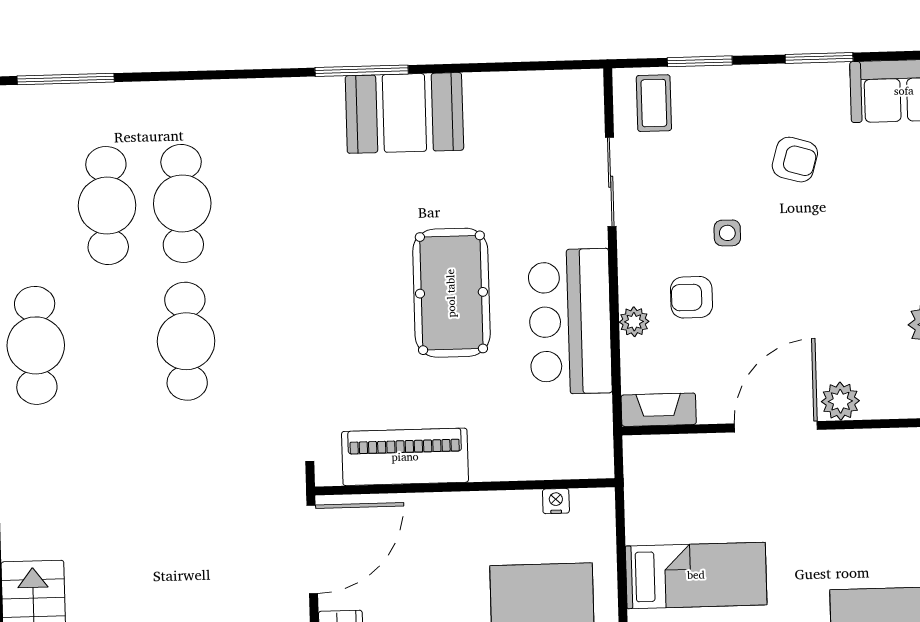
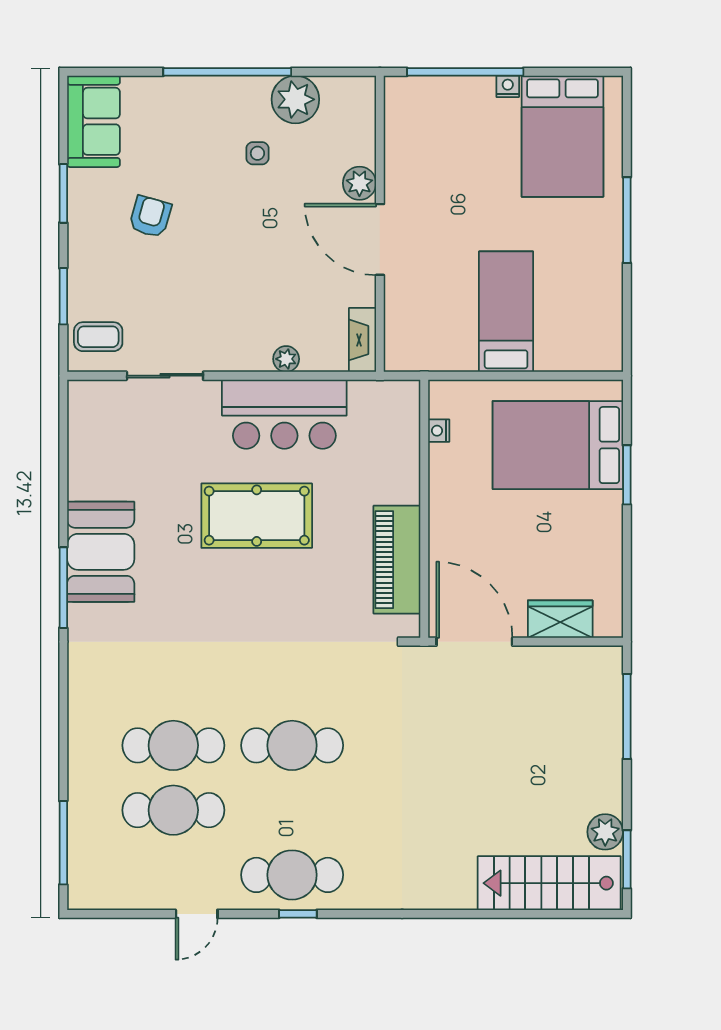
side table: (727, 233) -> (257, 153), moved
armchair: (692, 297) -> (266, 309), removed

